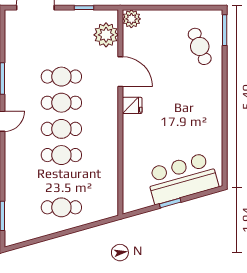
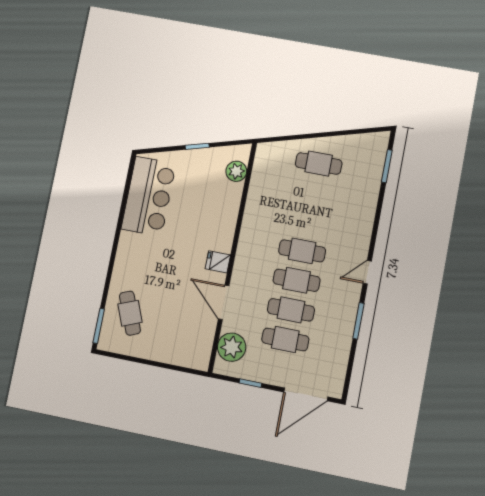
plant: (131, 19) -> (236, 171), moved
cafe table: (61, 155) -> (285, 339), moved
bar counter: (182, 178) -> (149, 196), moved, turned -74

